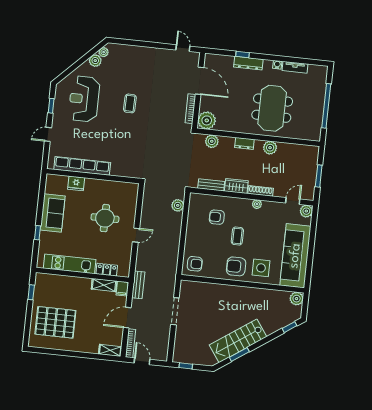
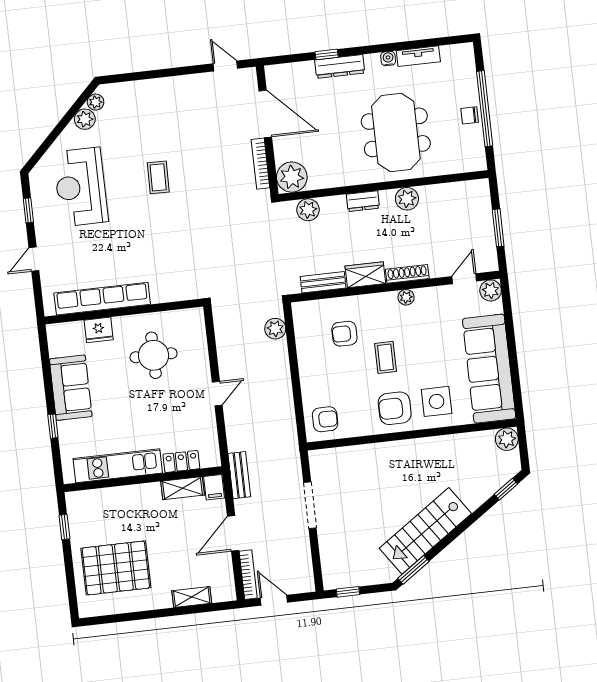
chair: (317, 108) -> (470, 115), added
round table: (105, 218) -> (154, 355), moved
shelving: (110, 350) -> (192, 597), moved
window: (239, 354) -> (413, 570), moved

